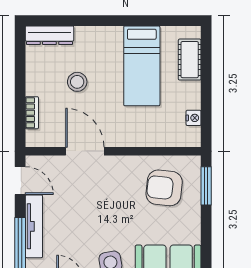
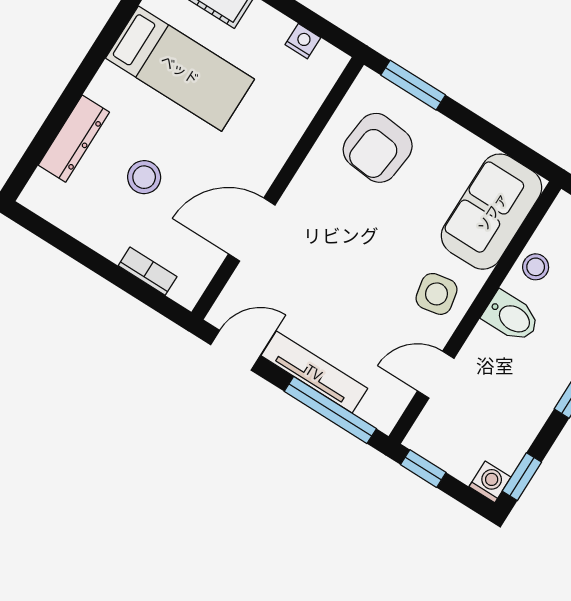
dresser: (49, 35) -> (74, 139), moved

